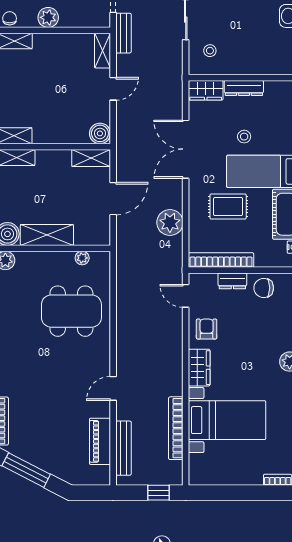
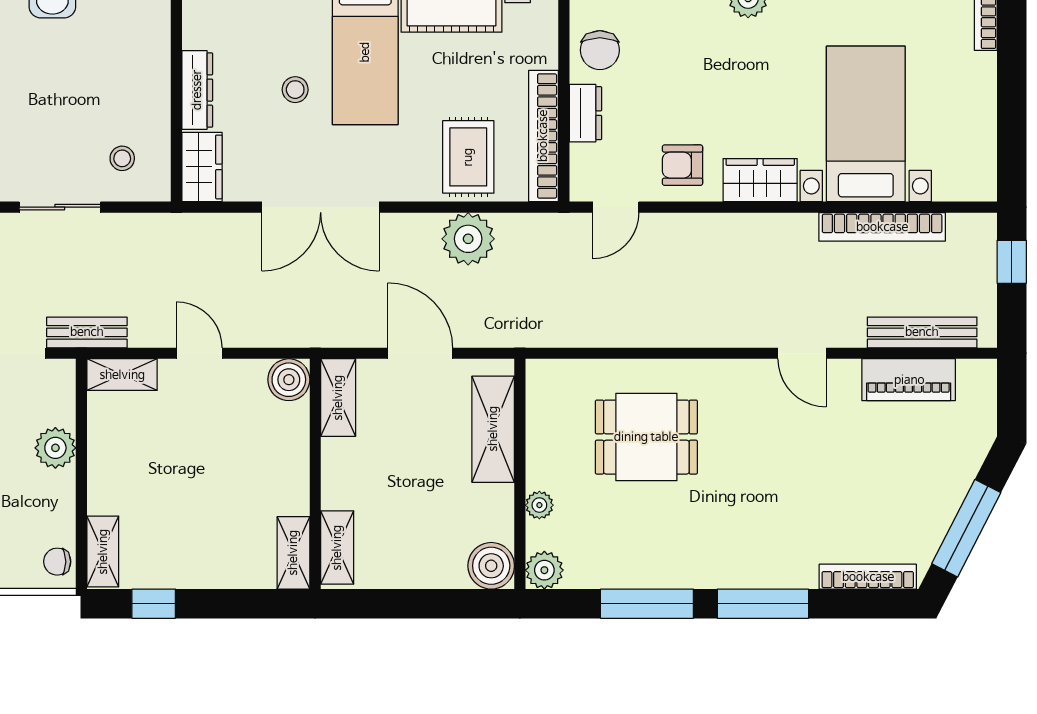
plant: (48, 17) -> (55, 448), moved
rug: (228, 207) -> (468, 157), moved
shelving: (47, 235) -> (493, 429), moved
plant: (82, 258) -> (539, 505), moved
dining table: (71, 311) -> (646, 437), width x0.73

